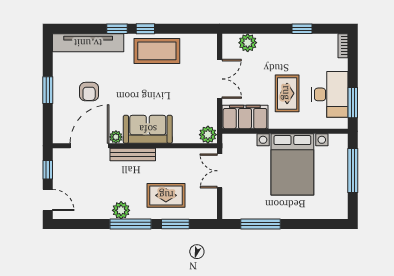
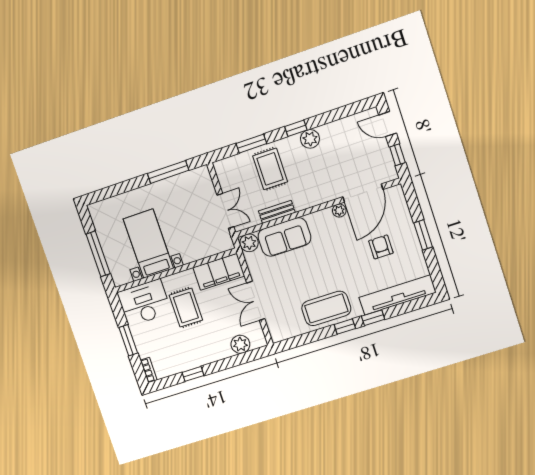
desk: (330, 94) -> (144, 303), moved, turned 90
window: (353, 103) -> (128, 340), moved
sofa: (148, 129) -> (284, 237), moved
bench: (133, 154) -> (277, 212), moved, width x0.73
bed with nightstands: (292, 164) -> (148, 244), width x0.73
rug: (166, 195) -> (270, 169), turned 90
window: (131, 224) -> (296, 128), width x0.46

